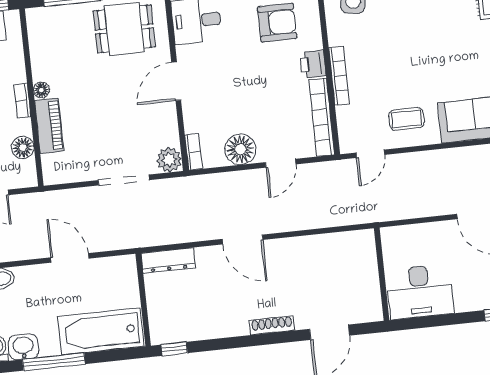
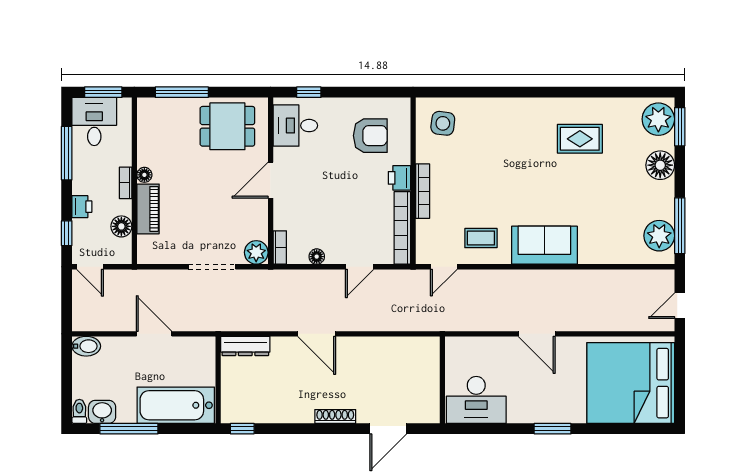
floor lamp: (240, 149) -> (317, 257), width x0.53, depth x0.53

